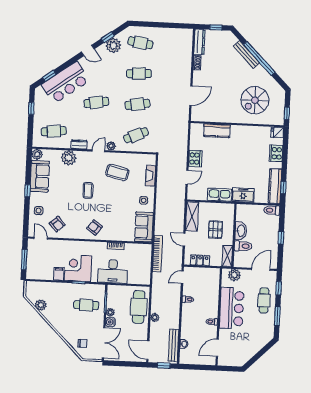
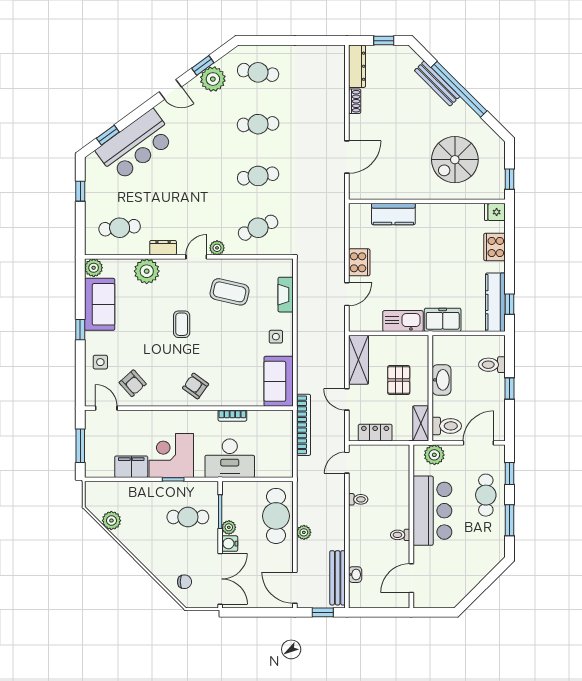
cafe table: (96, 102) -> (189, 176), removed
toilet: (272, 210) -> (492, 365), moved
toilet: (243, 246) -> (447, 426), moved
filing cabinet: (59, 274) -> (131, 467), width x2.00

